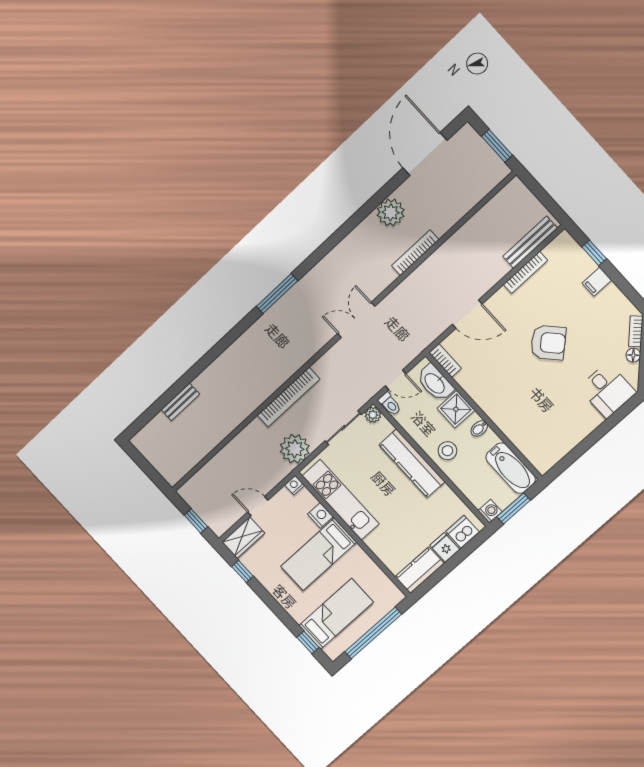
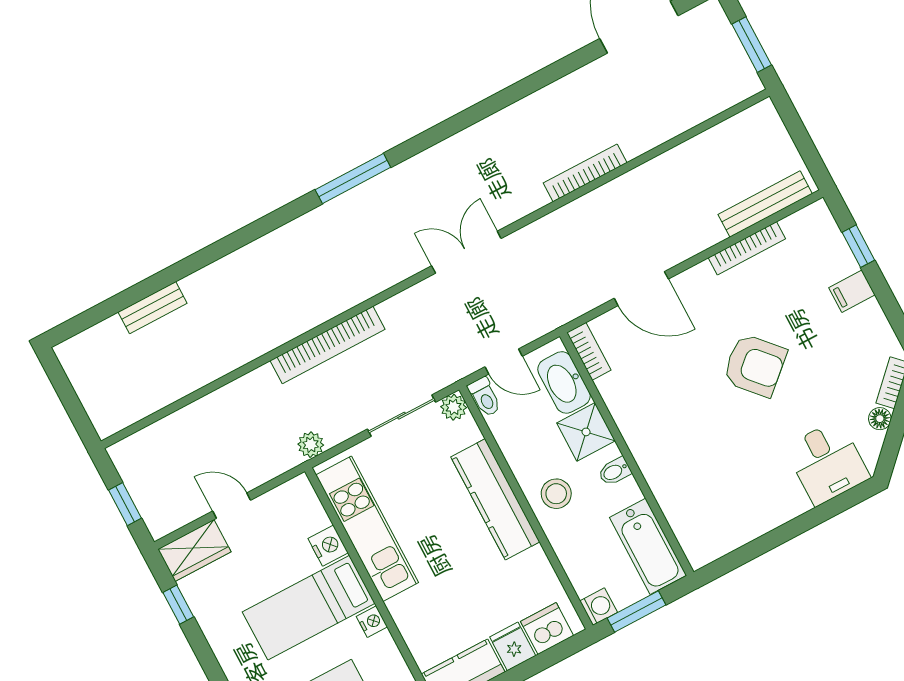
plant: (391, 212) -> (563, 101), removed
plant: (295, 449) -> (311, 445), width x0.53, depth x0.53
nightstand: (295, 485) -> (372, 622), moved, turned 90

